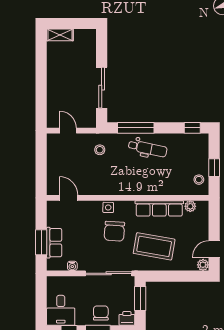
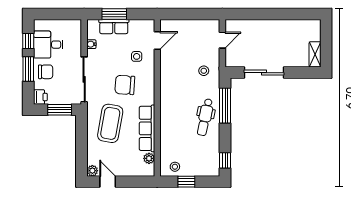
shelving: (60, 35) -> (315, 54), moved
side table: (108, 207) -> (137, 56), moved
desk: (61, 310) -> (48, 45), moved

